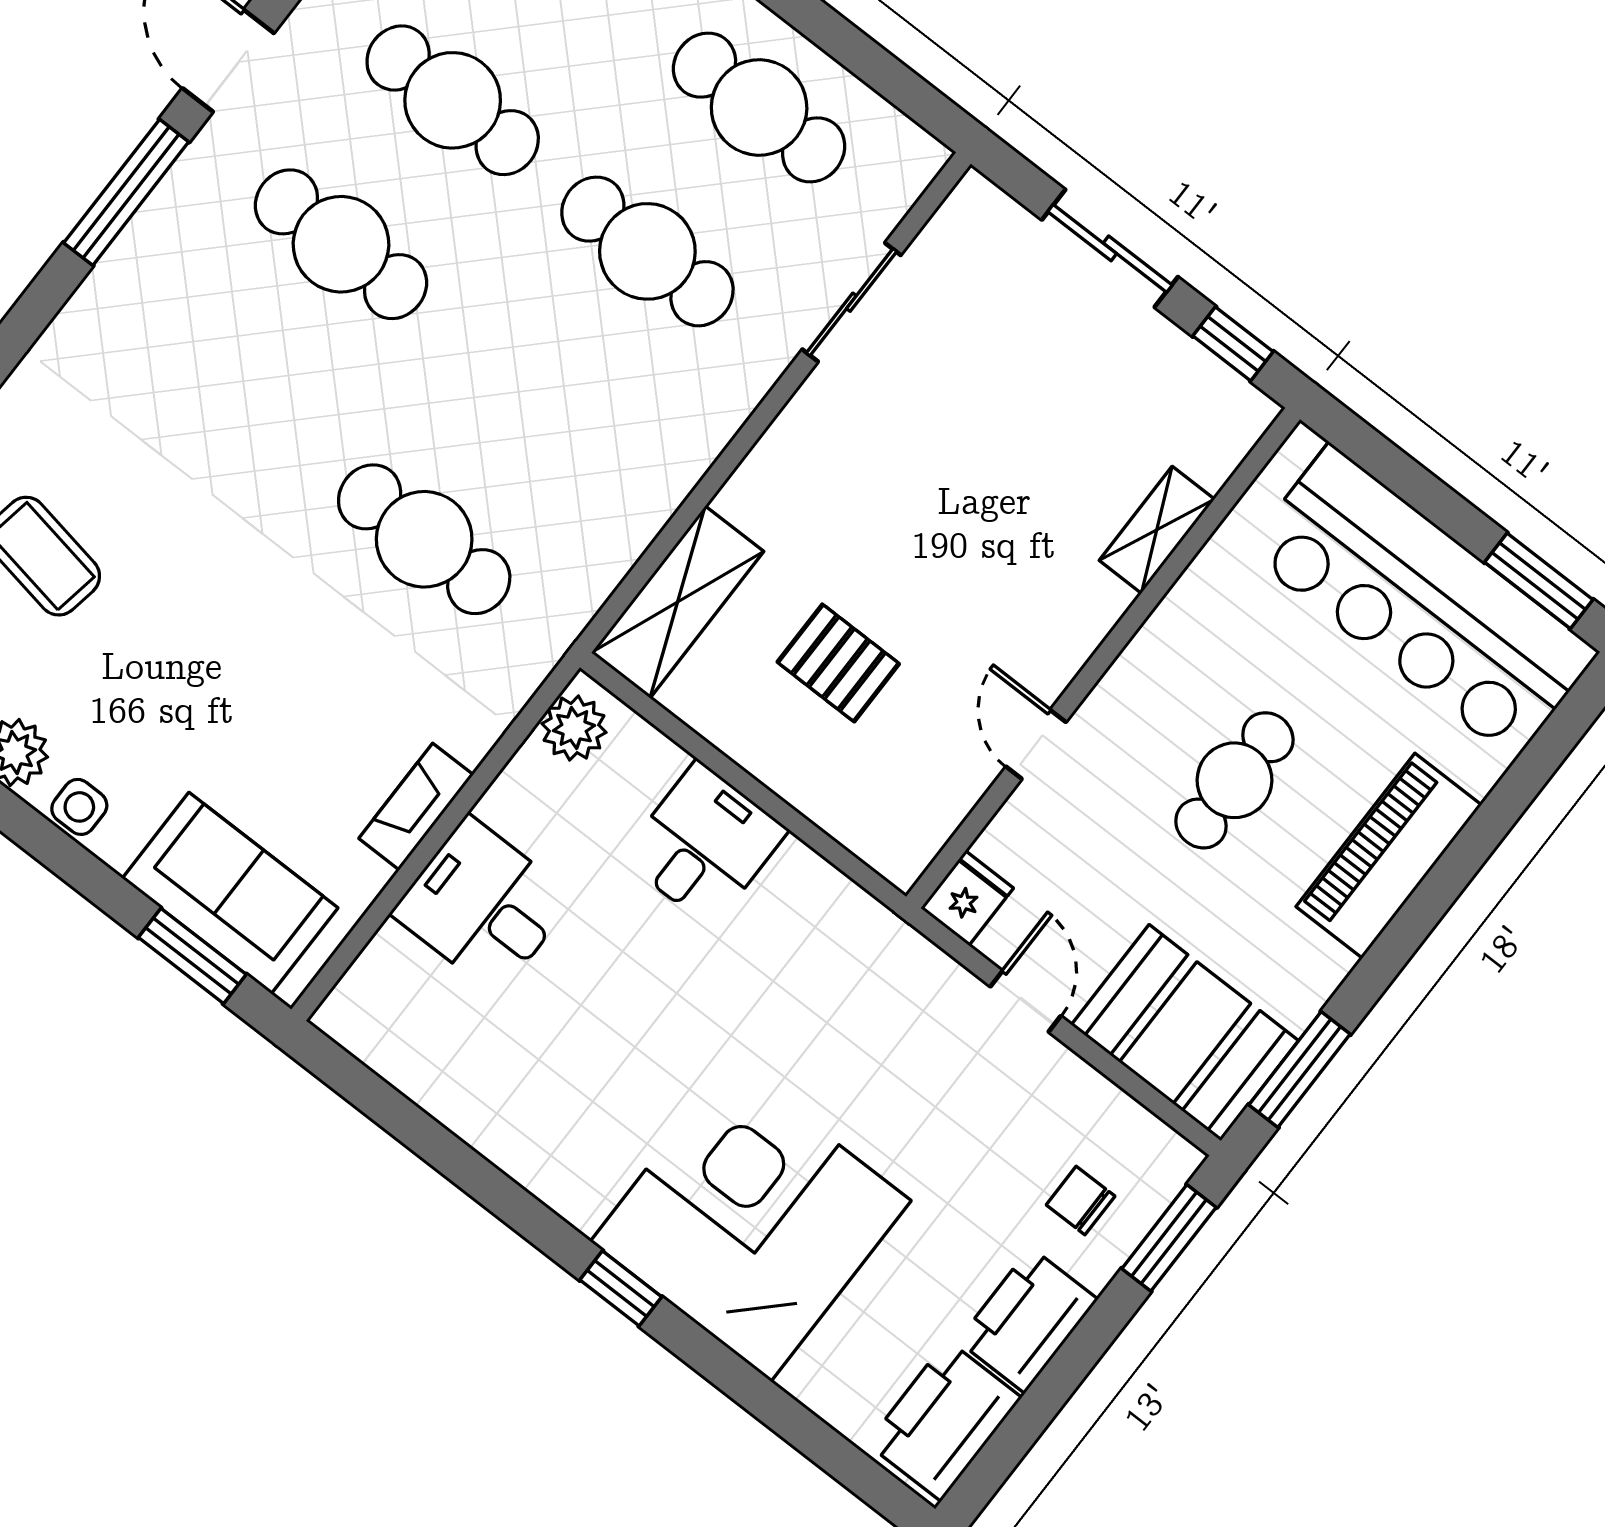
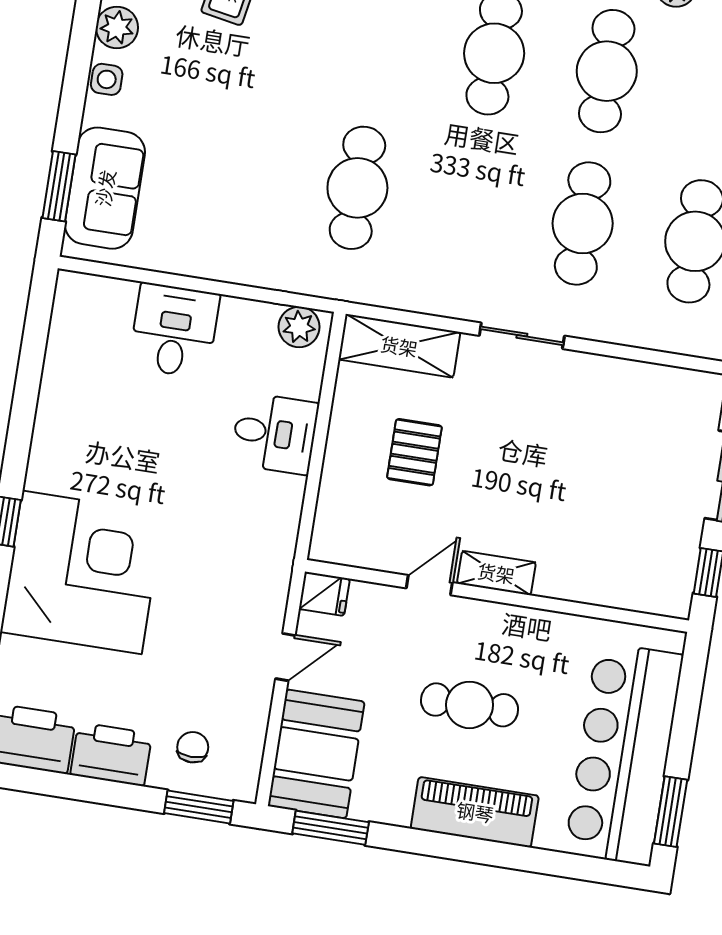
sliding door: (851, 302) -> (522, 336), moved
shelving: (1157, 530) -> (496, 573), moved
fireplace: (416, 807) -> (208, 264), removed

